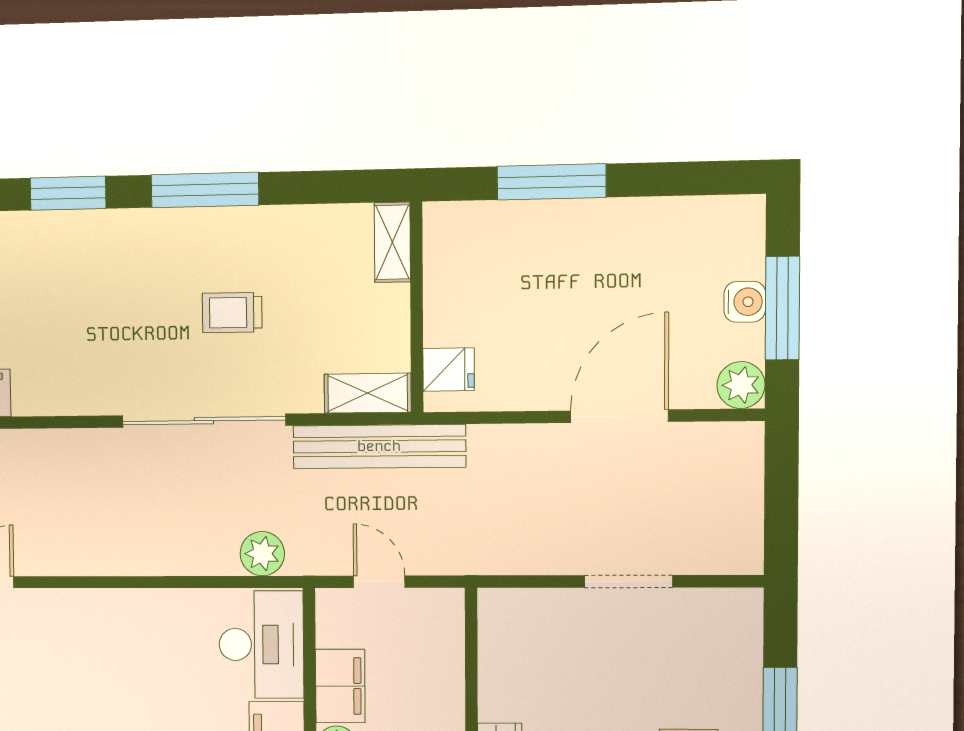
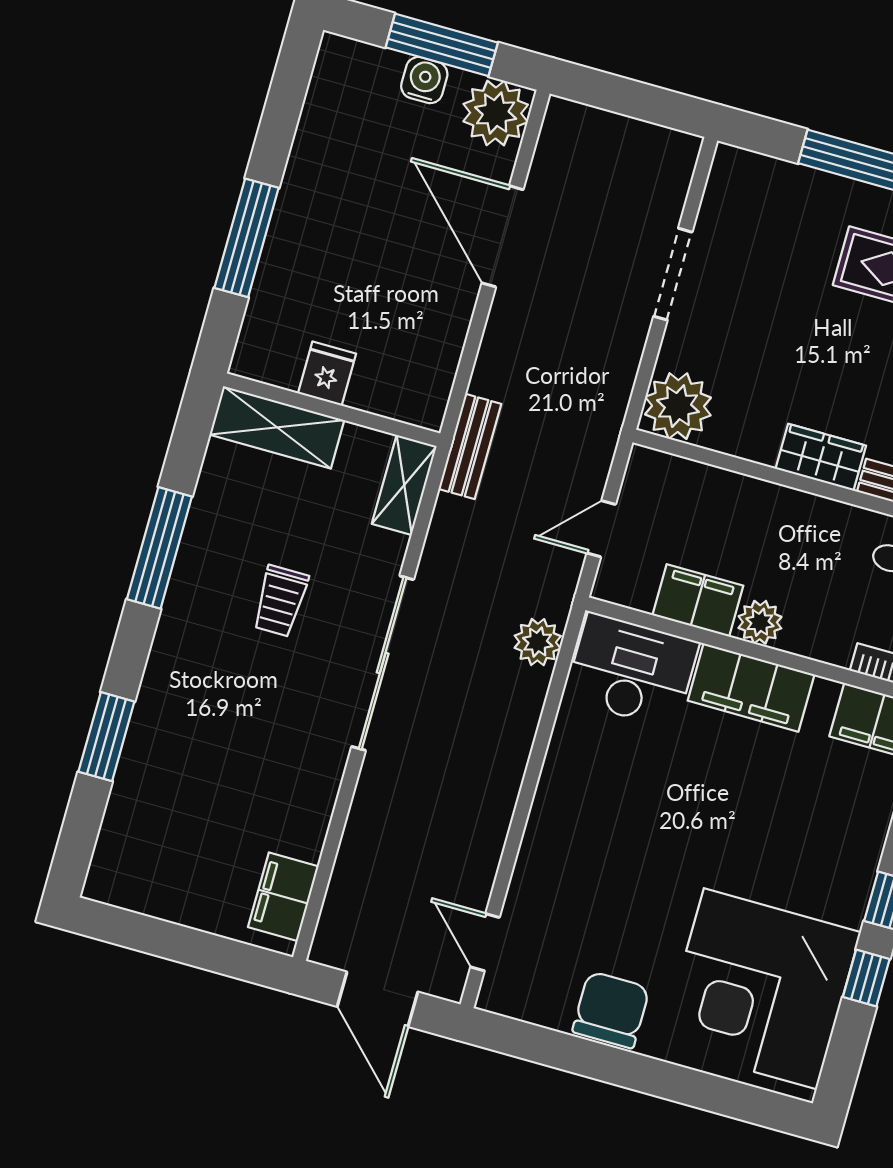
window: (205, 190) -> (159, 548), moved
shelving: (392, 242) -> (277, 427), width x1.50, depth x1.33
fridge: (449, 370) -> (327, 374), moved
plant: (741, 385) -> (496, 113), width x1.36, depth x1.36
bench: (379, 446) -> (470, 446), width x0.54, depth x0.82
plant: (509, 620) -> (678, 406), added

